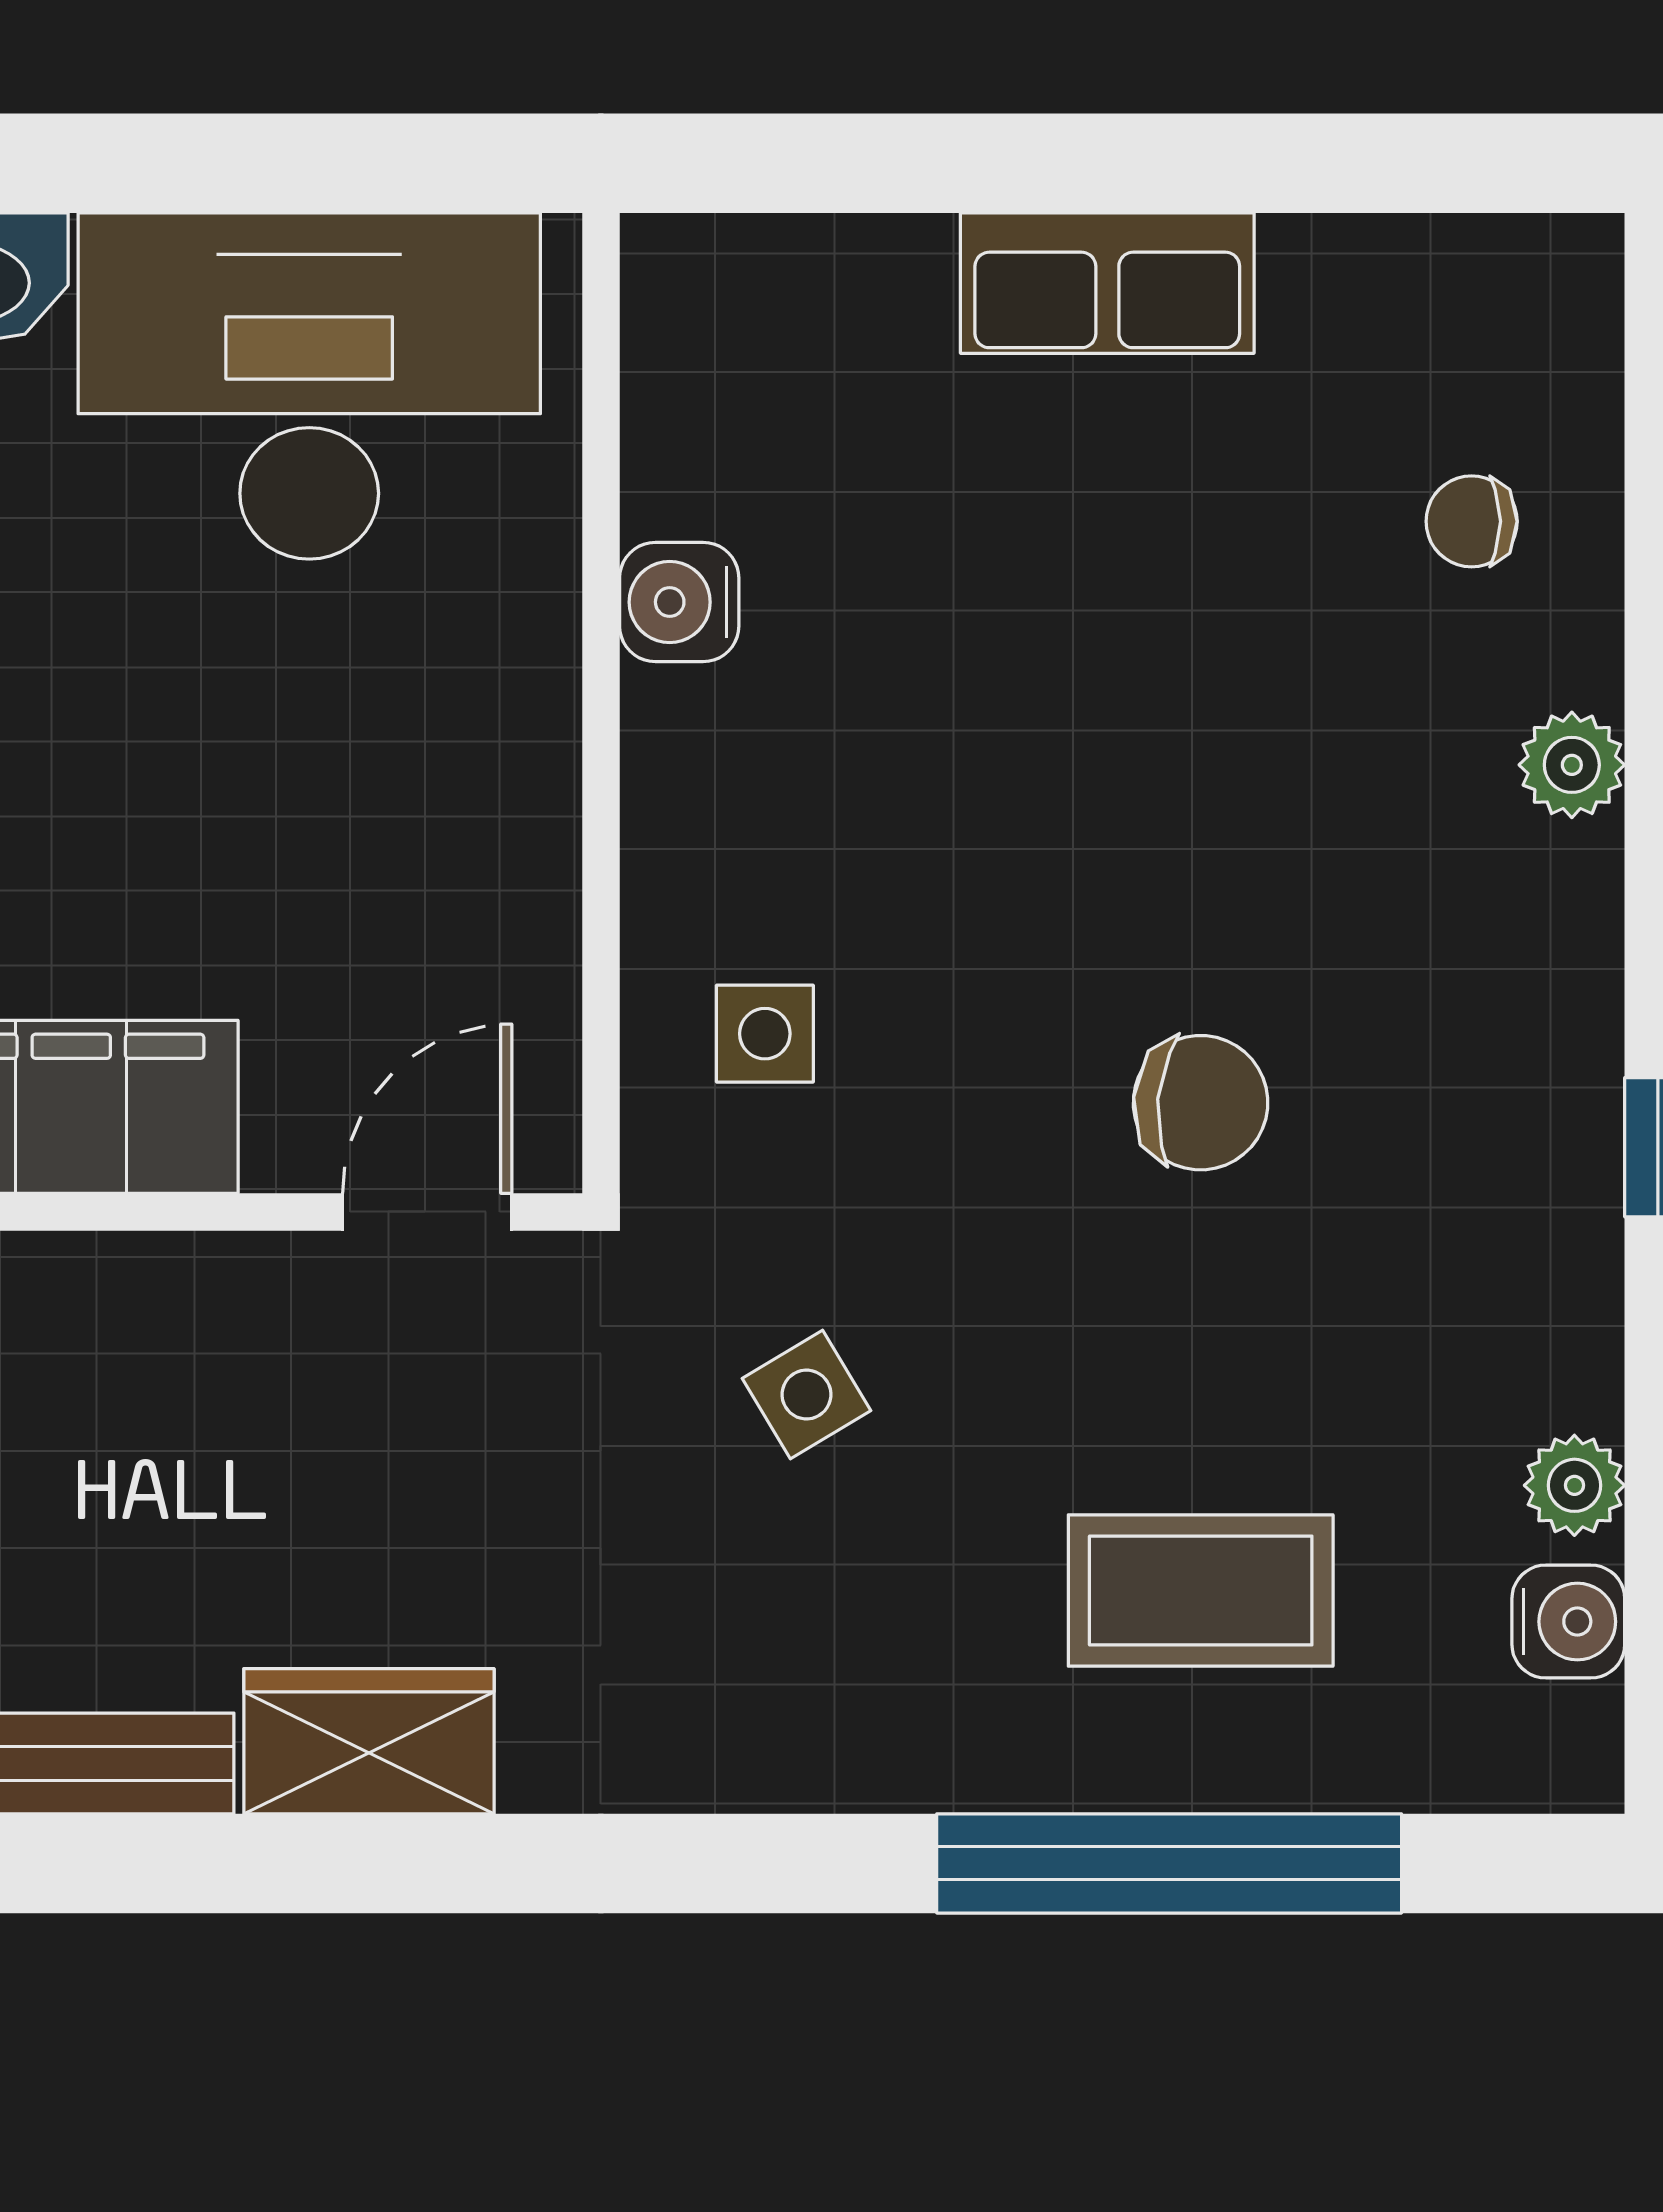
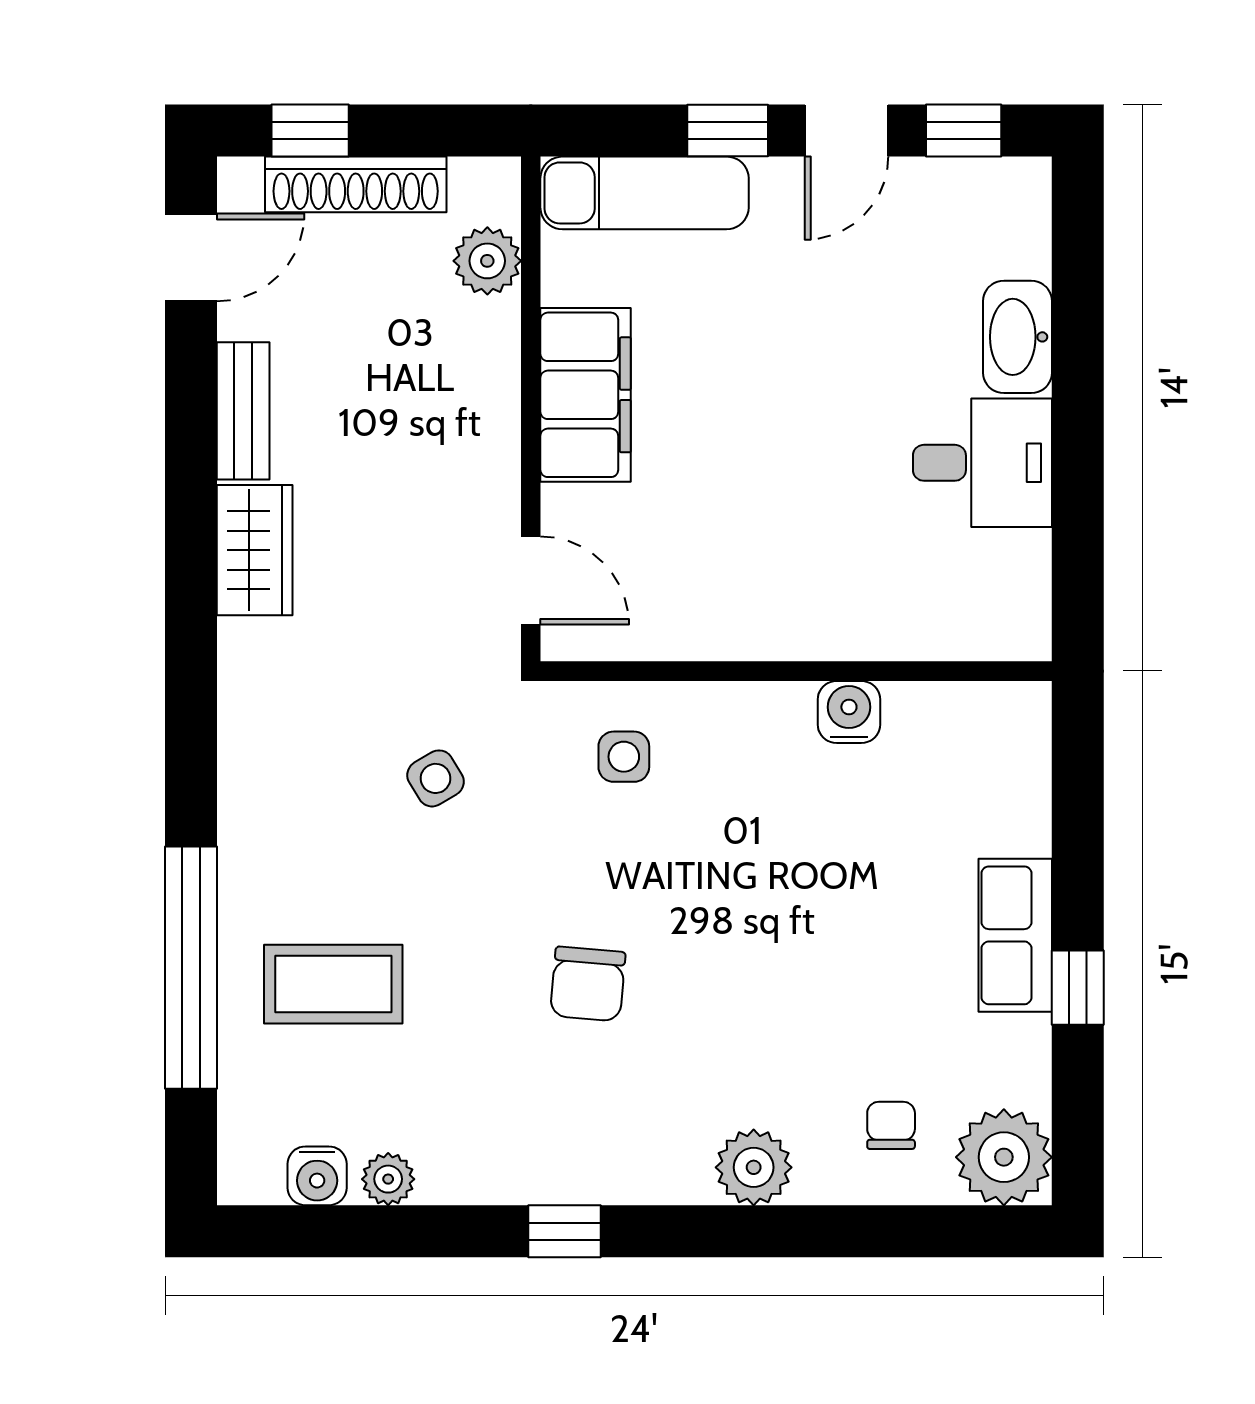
window: (1207, 163) -> (1078, 988), added
plant: (1533, 305) -> (1004, 1157), added
desk: (309, 386) -> (982, 463), width x0.53, depth x0.77
plant: (1572, 765) -> (754, 1167), width x1.38, depth x1.38
coffee table: (1201, 1591) -> (333, 984), turned 90

